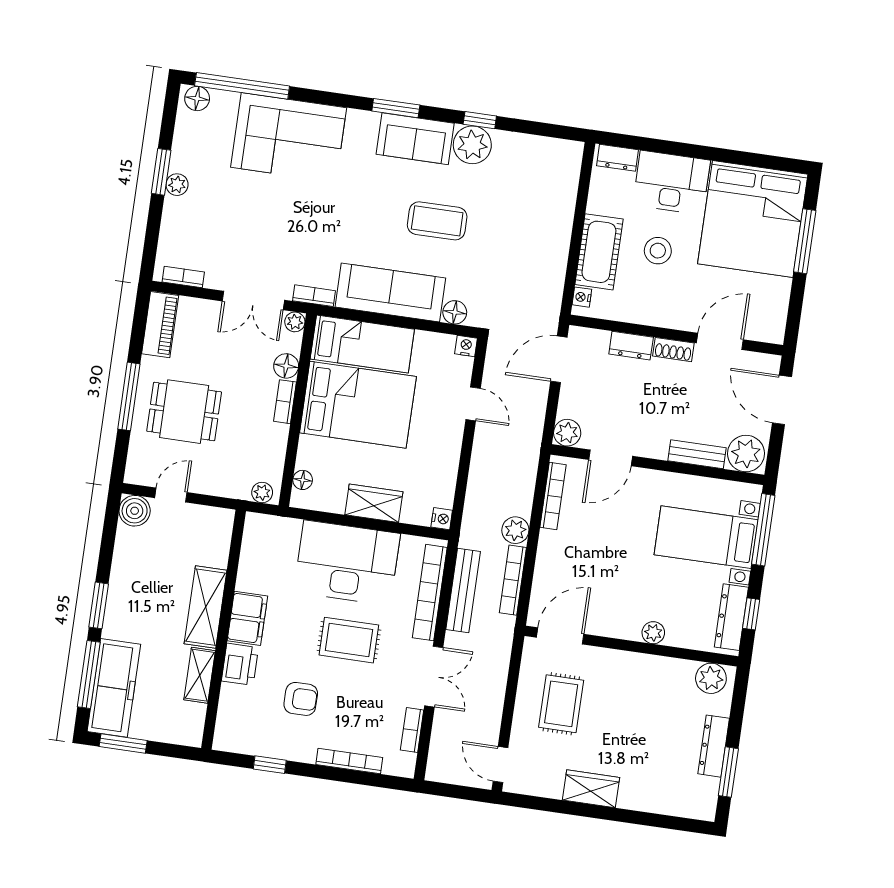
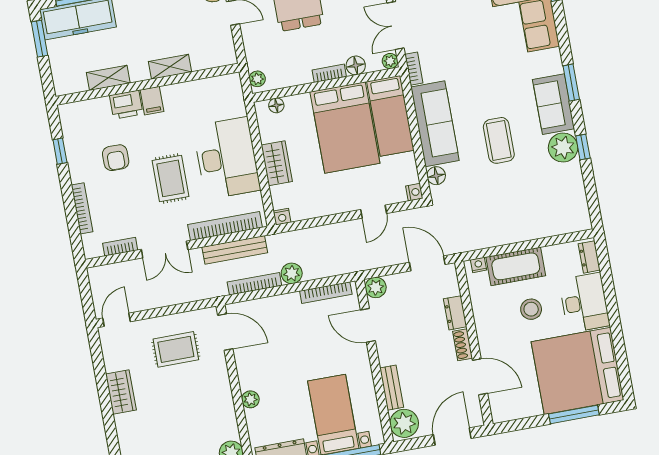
shelving: (206, 607) -> (170, 67), width x0.67, depth x0.75
filing cabinet: (247, 618) -> (152, 101), width x0.50

